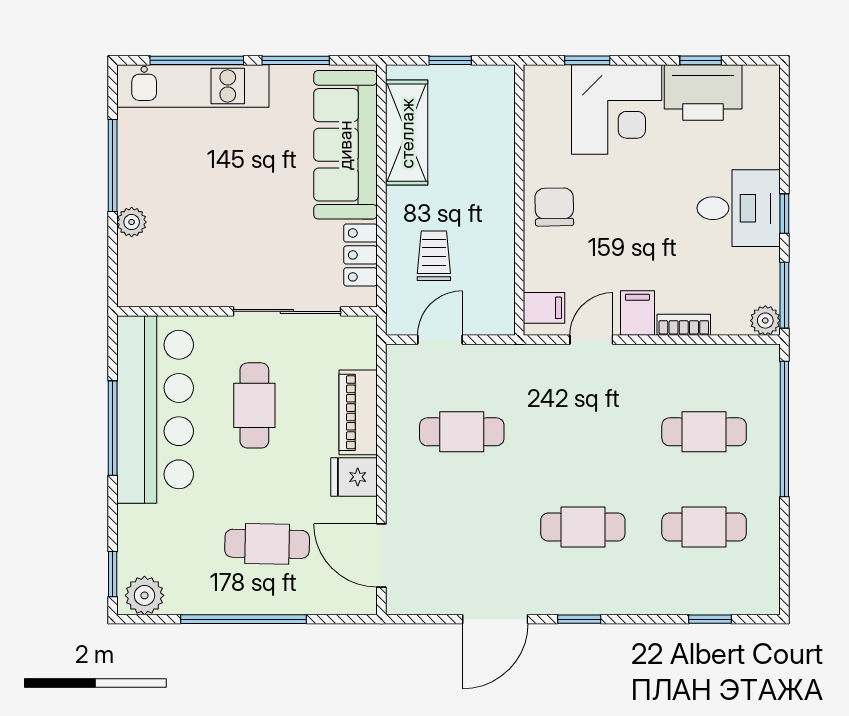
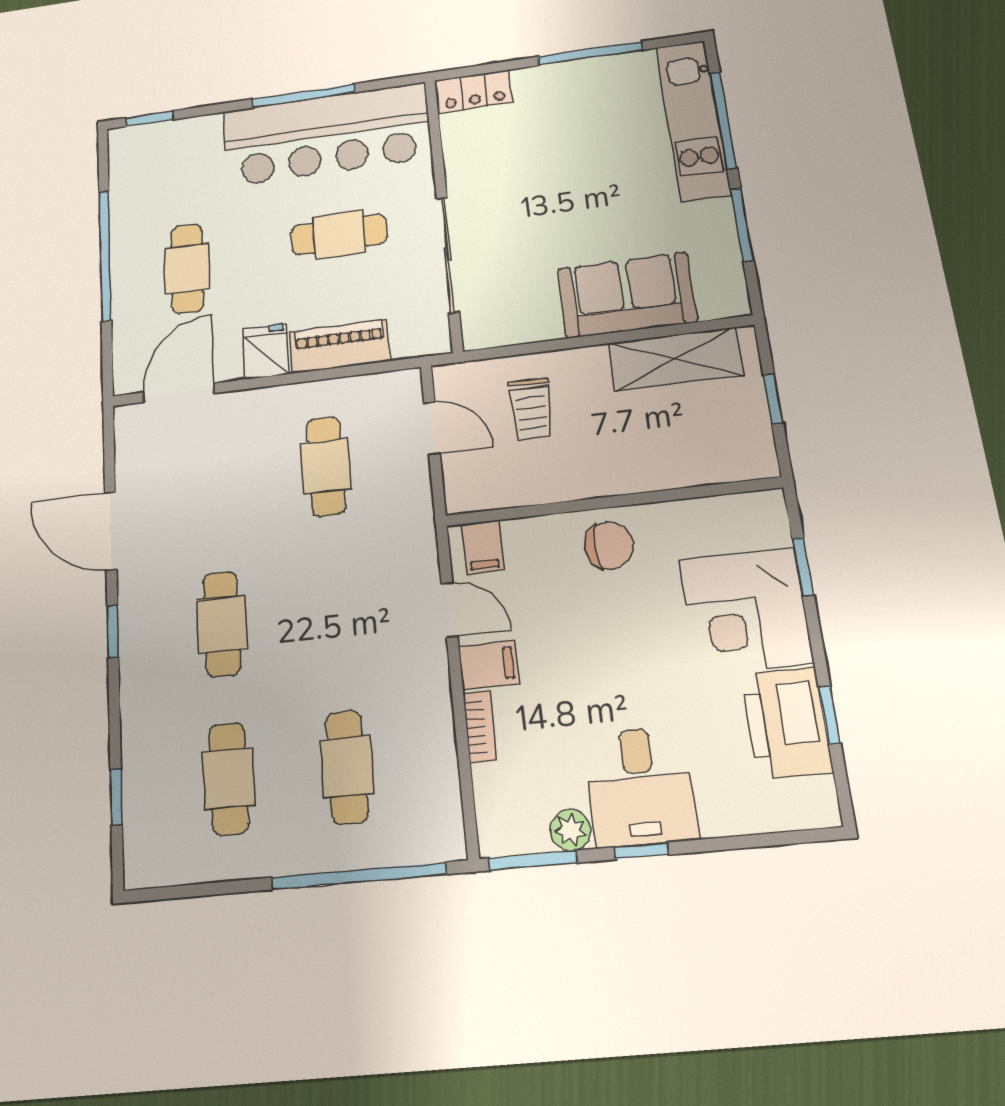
sofa: (345, 145) -> (627, 295), width x0.73
plant: (132, 222) -> (530, 81), removed
locker: (360, 255) -> (474, 91), moved, turned 180
trolley: (434, 256) -> (531, 409), turned 90
plant: (765, 321) -> (570, 830), moved
plant: (144, 595) -> (128, 153), removed

